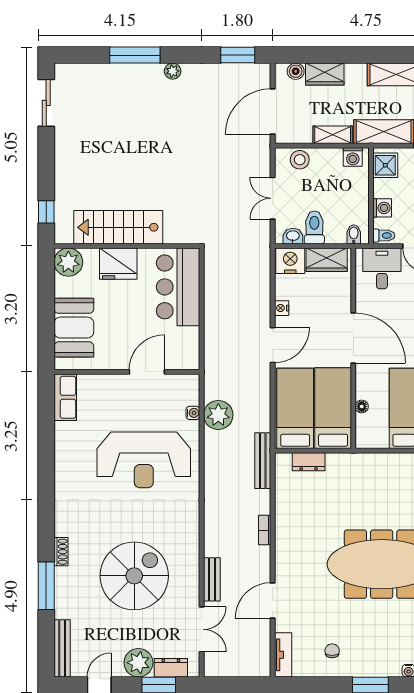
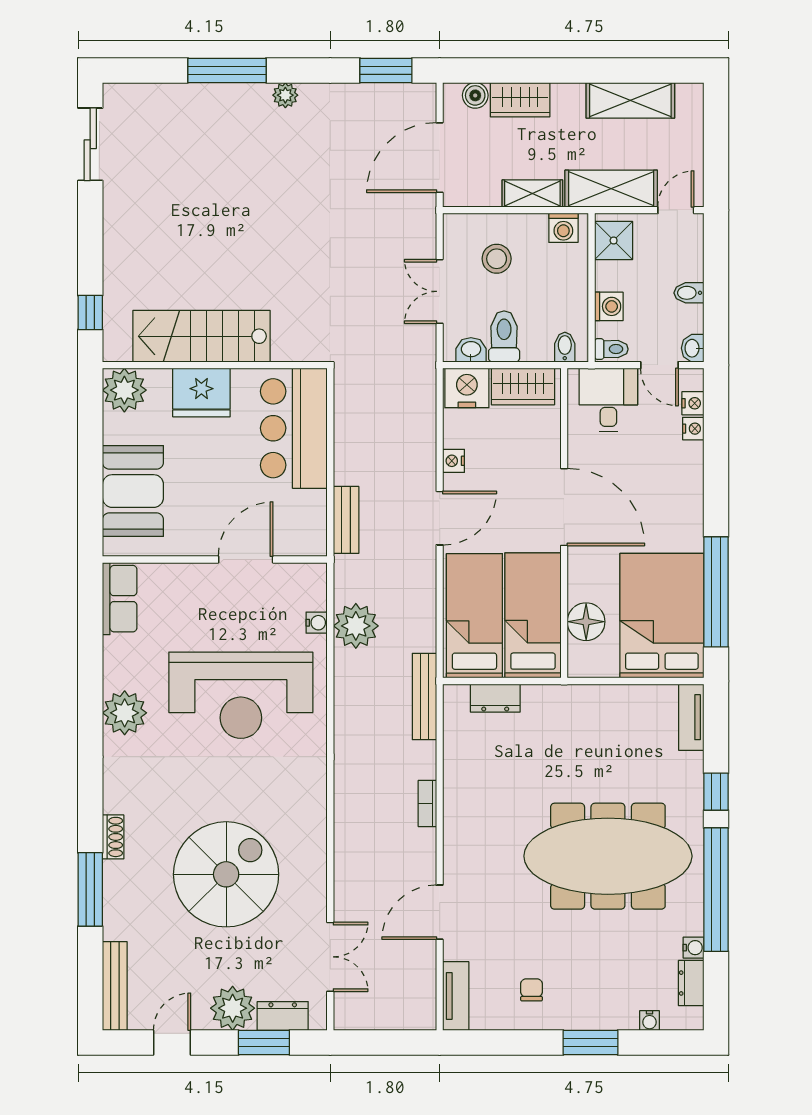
stool: (300, 160) -> (497, 259), moved
floor lamp: (362, 406) -> (586, 622), width x1.89, depth x1.89
plant: (68, 471) -> (125, 713), added
bench: (212, 579) -> (346, 520), moved

